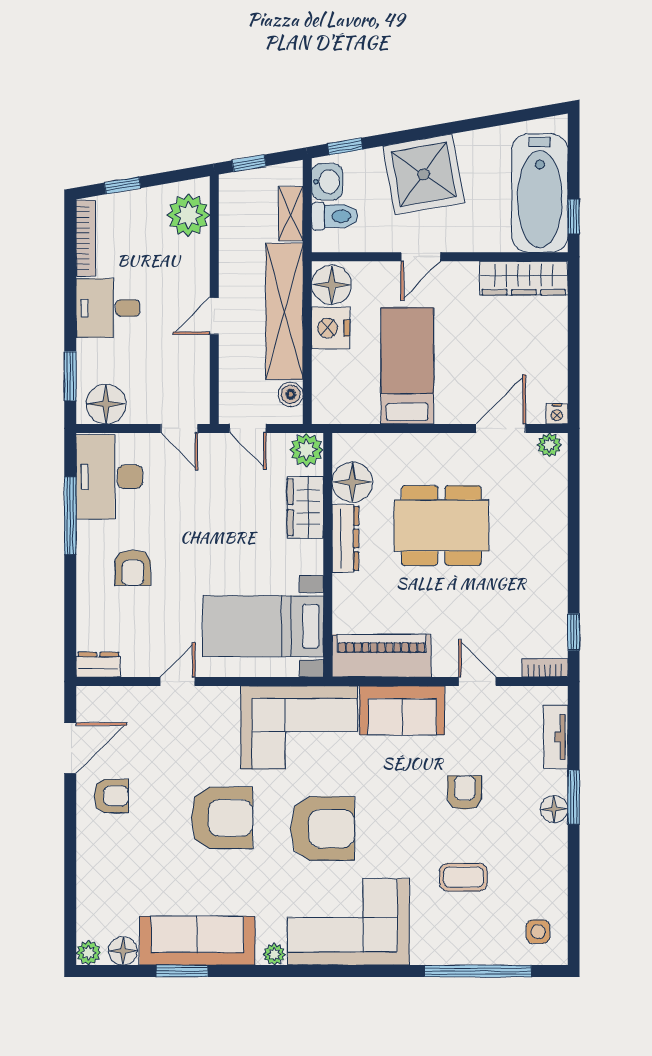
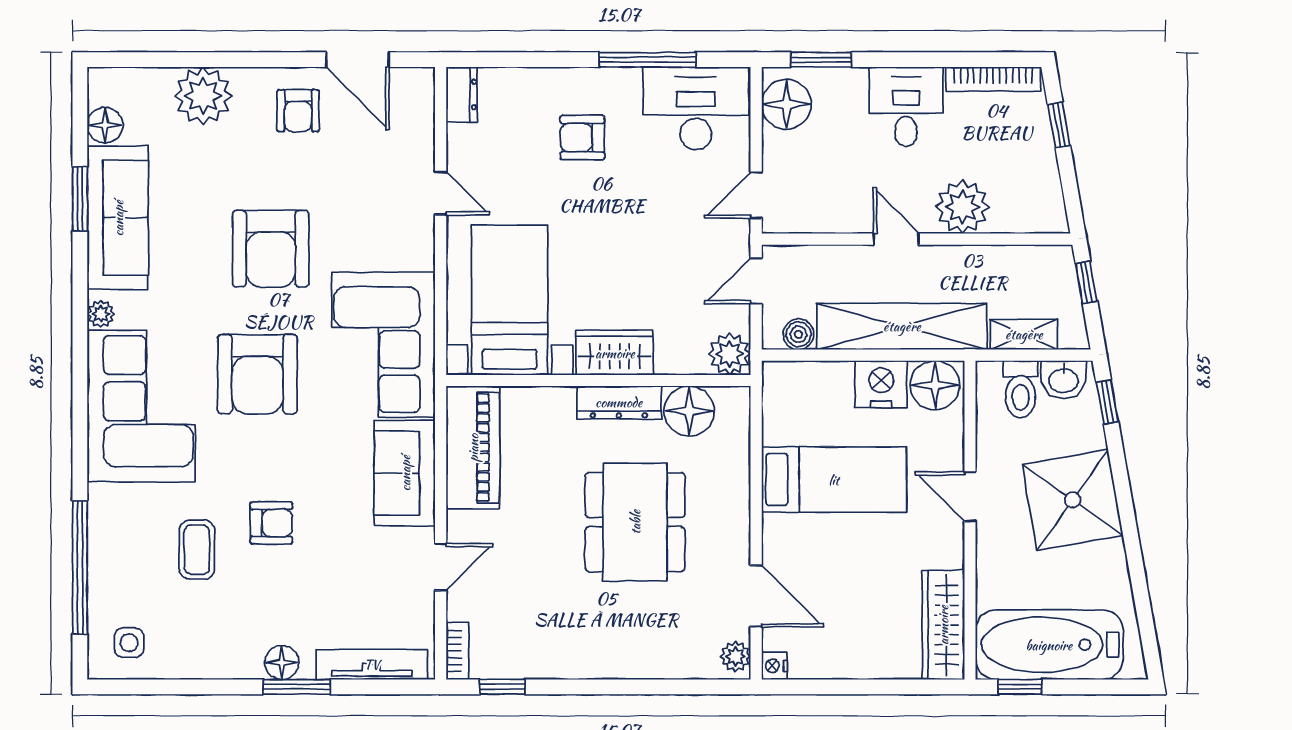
plant: (188, 215) -> (963, 207), moved
wardrobe: (305, 507) -> (615, 353), moved
tv unit: (556, 737) -> (372, 664), width x1.41
armchair: (465, 793) -> (271, 523), moved
plant: (88, 953) -> (203, 96), moved, width x1.87, depth x1.87

